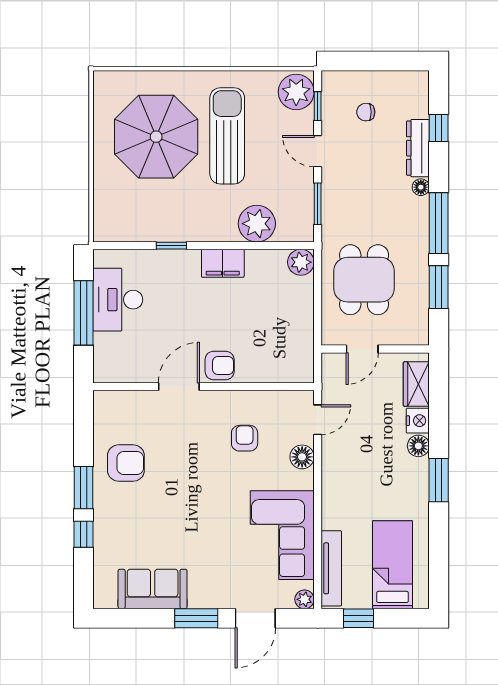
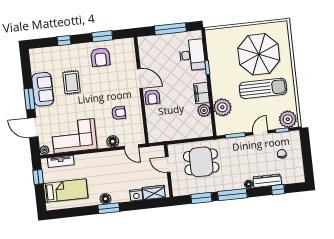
plant: (301, 262) -> (204, 110), moved
desk: (118, 300) -> (192, 55), moved, turned 90
floor lamp: (418, 446) -> (105, 199), moved
window: (84, 488) -> (102, 36), moved
rug: (171, 528) -> (72, 82), added
tv unit: (331, 568) -> (61, 161), width x0.71
sofa: (153, 589) -> (43, 89), moved

